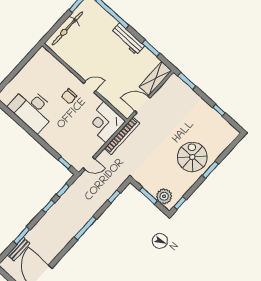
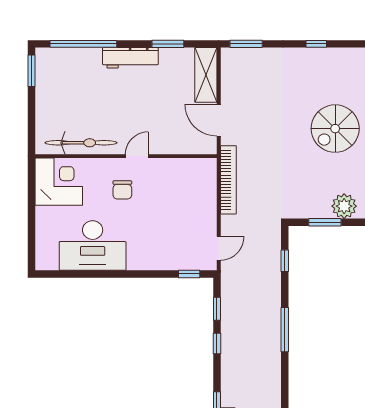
bicycle: (67, 28) -> (81, 143), moved, turned -90
door: (142, 105) -> (219, 120), hinge flipped
corner desk: (105, 122) -> (59, 182), moved, turned 180
spiral stairs: (192, 157) -> (335, 129), turned -90

